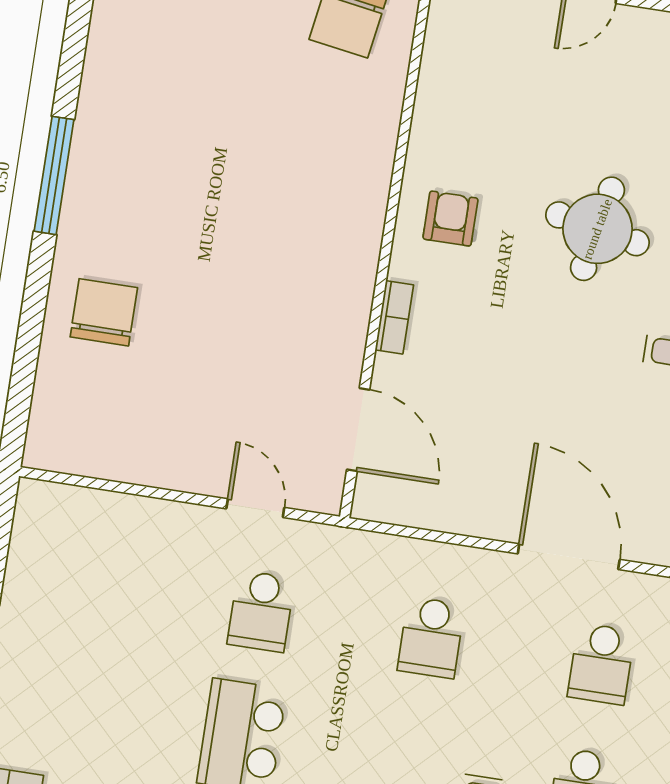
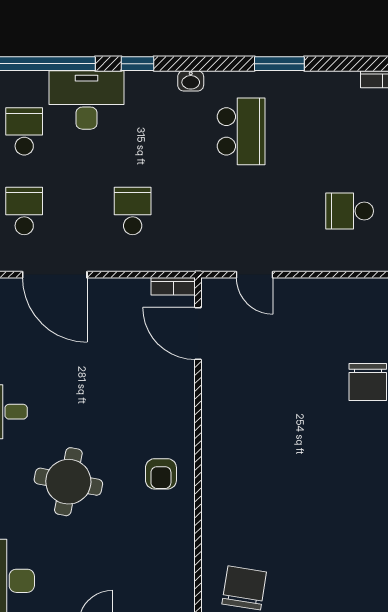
bookcase: (394, 317) -> (173, 286), moved, turned -90
school desk: (261, 611) -> (350, 211), moved, turned -90

